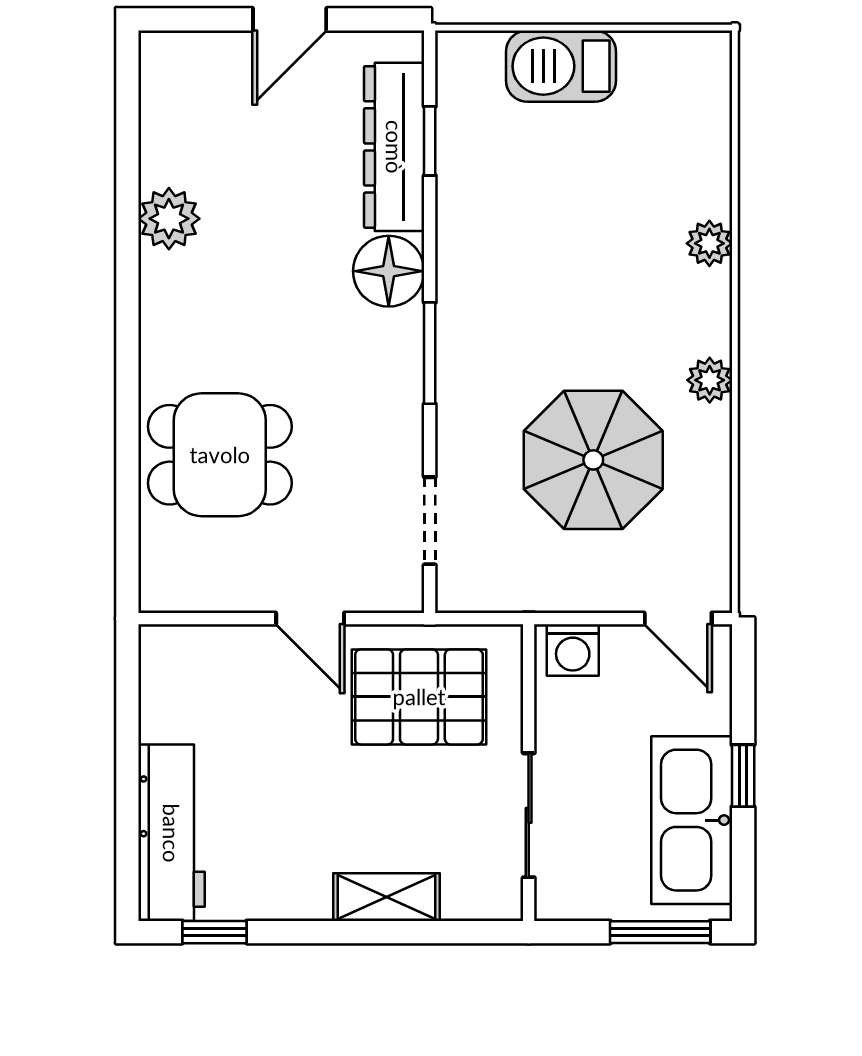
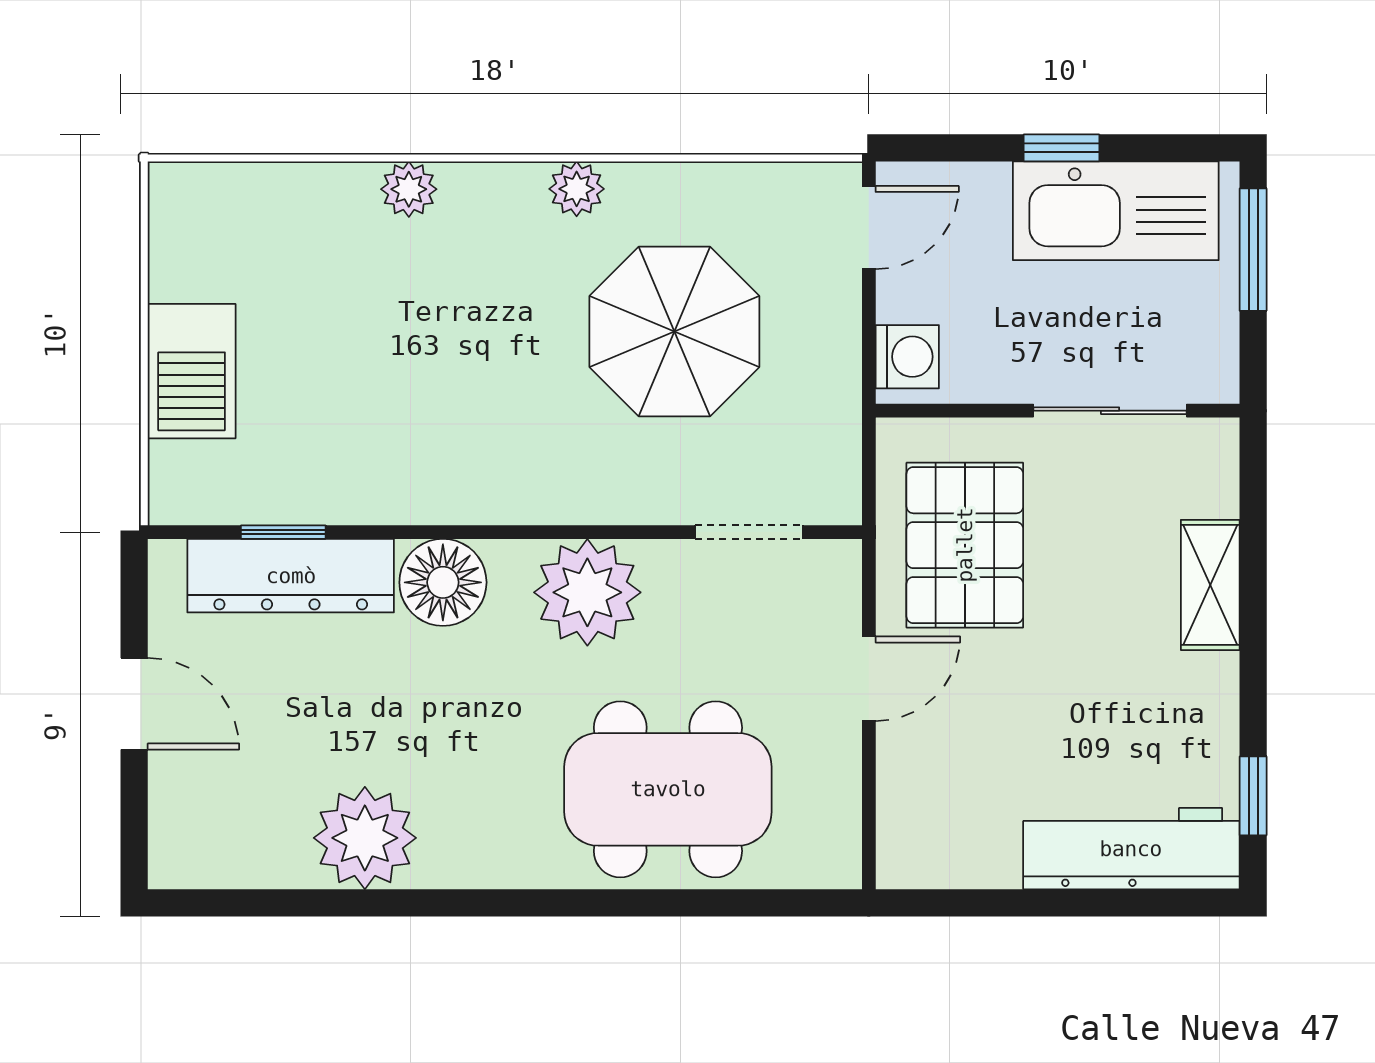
plant: (169, 219) -> (365, 838), width x1.36, depth x1.36
window: (430, 353) -> (543, 532), removed
plant: (381, 389) -> (587, 592), added
dining table: (220, 455) -> (668, 789), width x1.37

